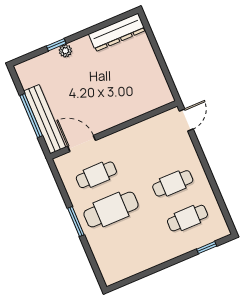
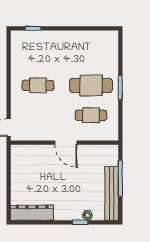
plant: (65, 51) -> (87, 215), moved
bench: (45, 119) -> (112, 193), moved
door: (82, 143) -> (66, 143), moved
cafe table: (187, 218) -> (38, 56), removed

